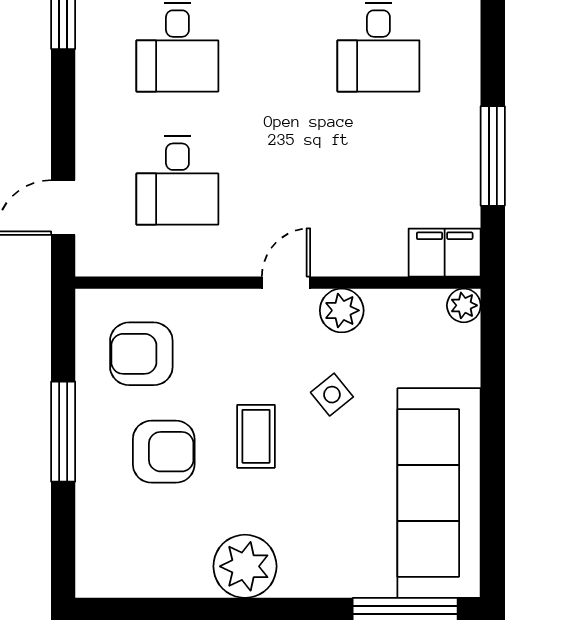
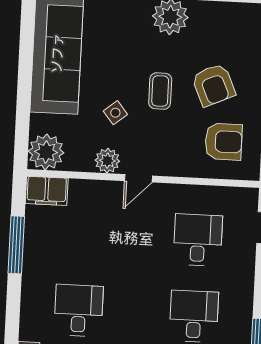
plant: (464, 305) -> (46, 152), width x1.87, depth x1.87
armchair: (164, 452) -> (214, 85), turned -114

